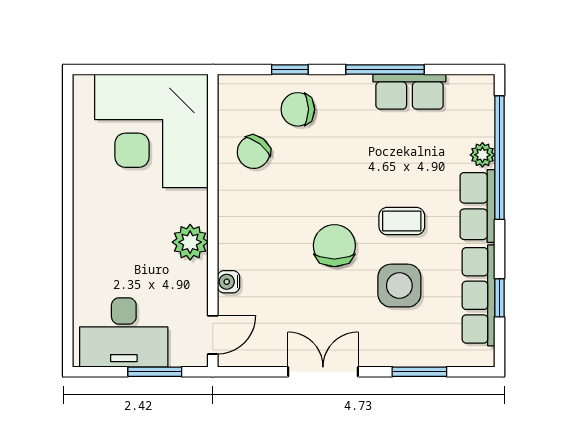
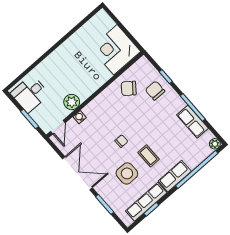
corner desk: (151, 131) -> (116, 50), width x0.74, depth x0.74
plant: (482, 155) -> (215, 144), moved
plant: (190, 242) -> (72, 102), moved
chair: (334, 246) -> (121, 141), width x0.54, depth x0.54
desk: (124, 332) -> (30, 94), width x0.73
door: (213, 335) -> (58, 127), hinge flipped
double door: (323, 372) -> (77, 173), width x1.37

